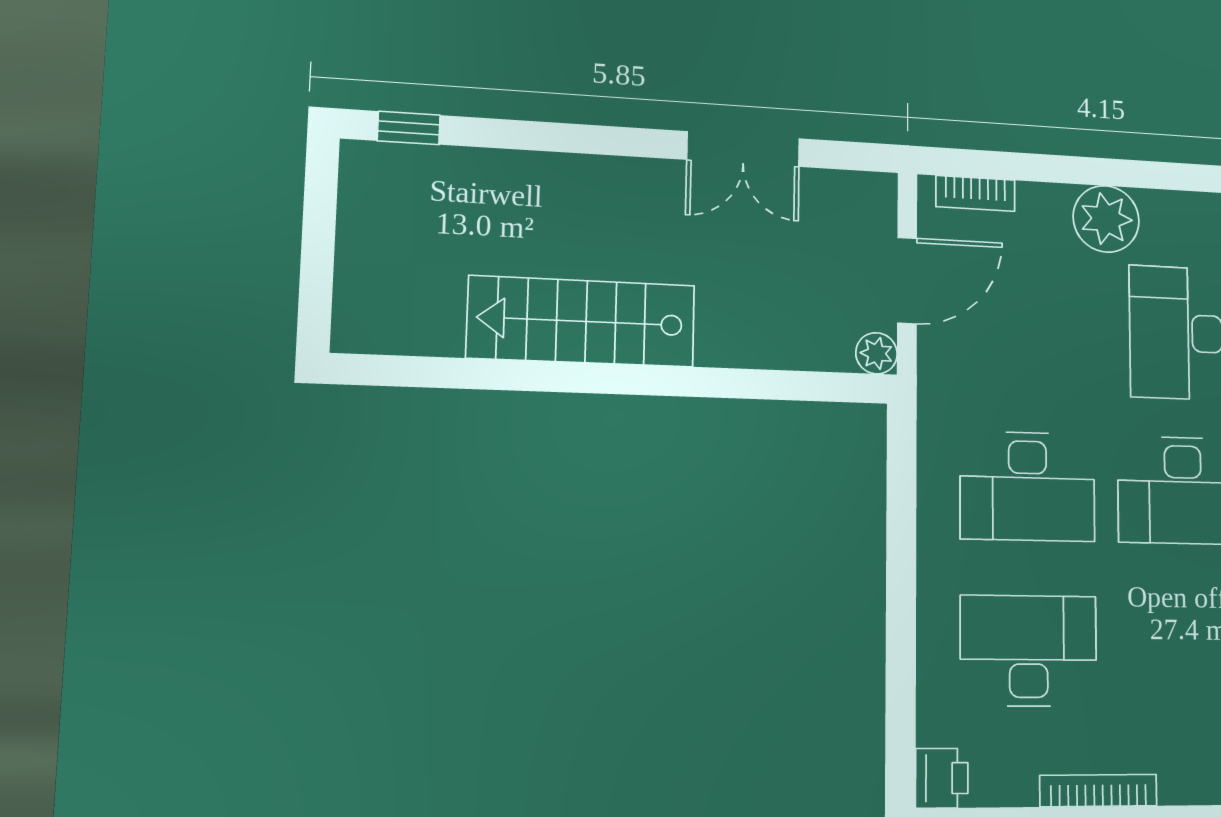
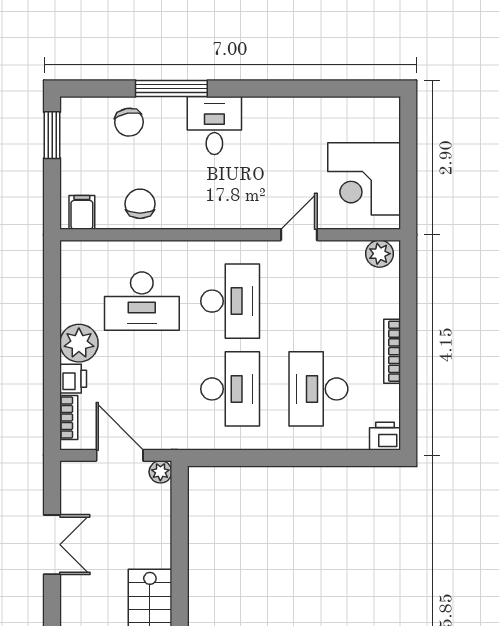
printer: (1044, 205) -> (73, 379), added

